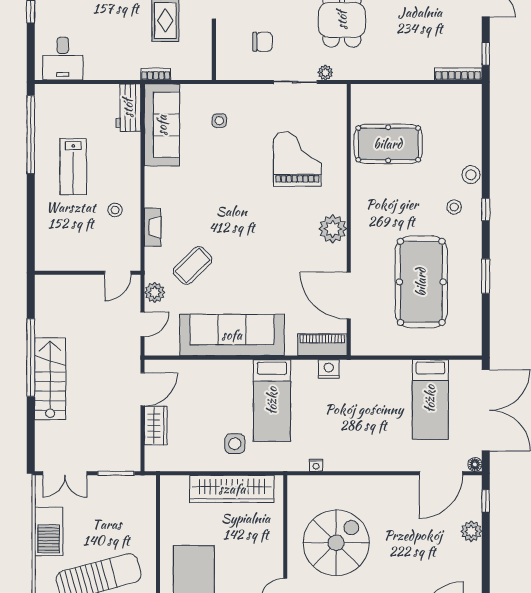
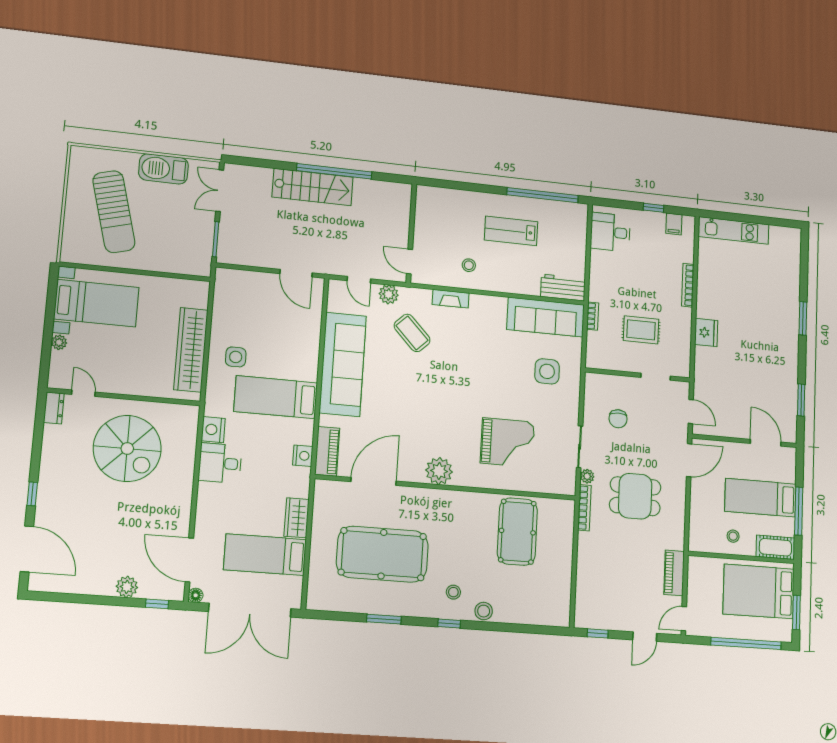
bookcase: (458, 74) -> (584, 508), moved
side table: (219, 121) -> (547, 371), width x1.87, depth x1.87
wardrobe: (156, 425) -> (297, 518), moved, turned 90
desk: (343, 451) -> (220, 463), added
nightstand: (316, 465) -> (213, 430), width x1.89, depth x1.79

